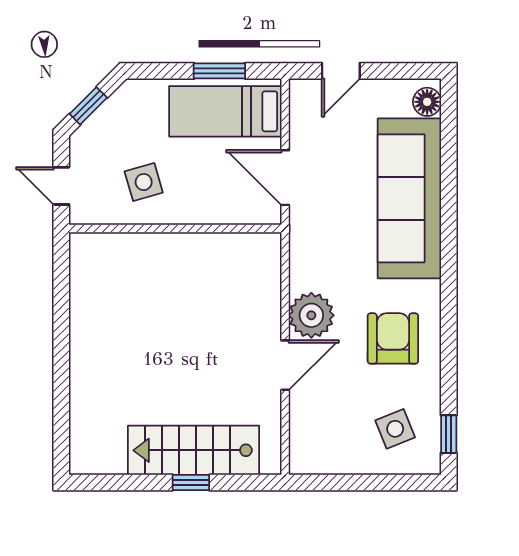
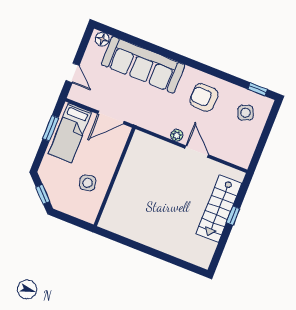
door: (61, 186) -> (74, 221), removed
plant: (311, 315) -> (177, 135), width x0.53, depth x0.53

